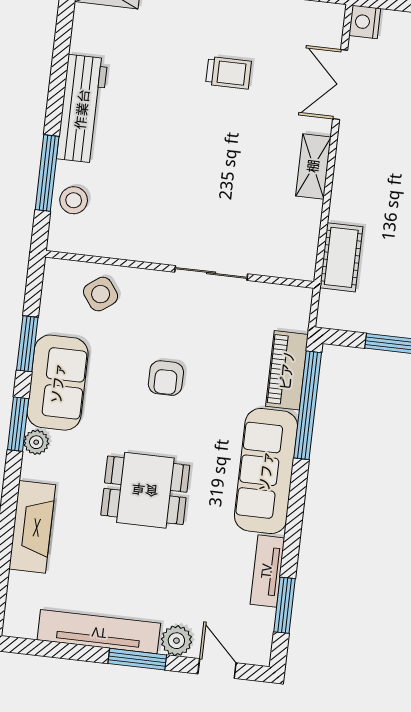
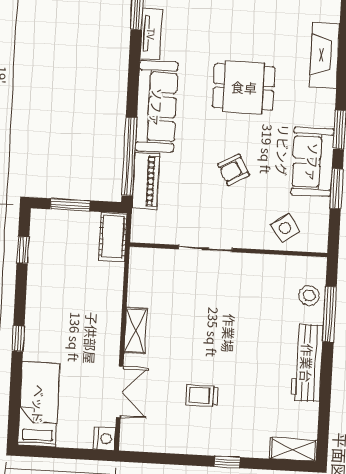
cot: (341, 257) -> (113, 237), moved
armchair: (166, 378) -> (234, 170), turned -119
plant: (36, 442) -> (325, 117), removed

